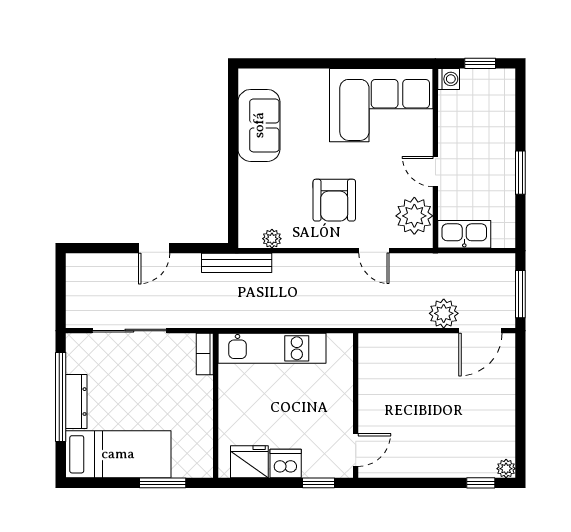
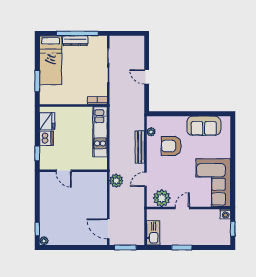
armchair: (334, 200) -> (171, 146), moved
kitchen sink: (464, 234) -> (153, 233), moved
bench: (237, 263) -> (140, 147), moved
plant: (444, 313) -> (116, 181), moved
door: (356, 450) -> (64, 171), moved

